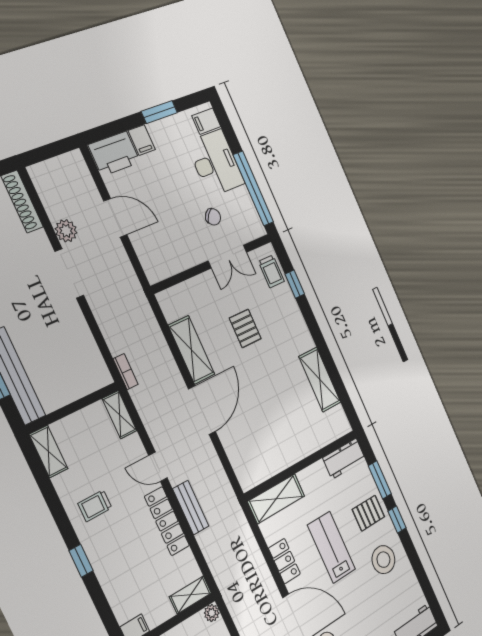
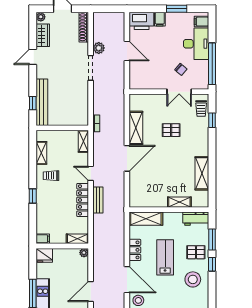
pallet: (245, 328) -> (171, 130), turned 90
shelving: (310, 444) -> (179, 202), added
shelving: (48, 452) -> (41, 153), moved

